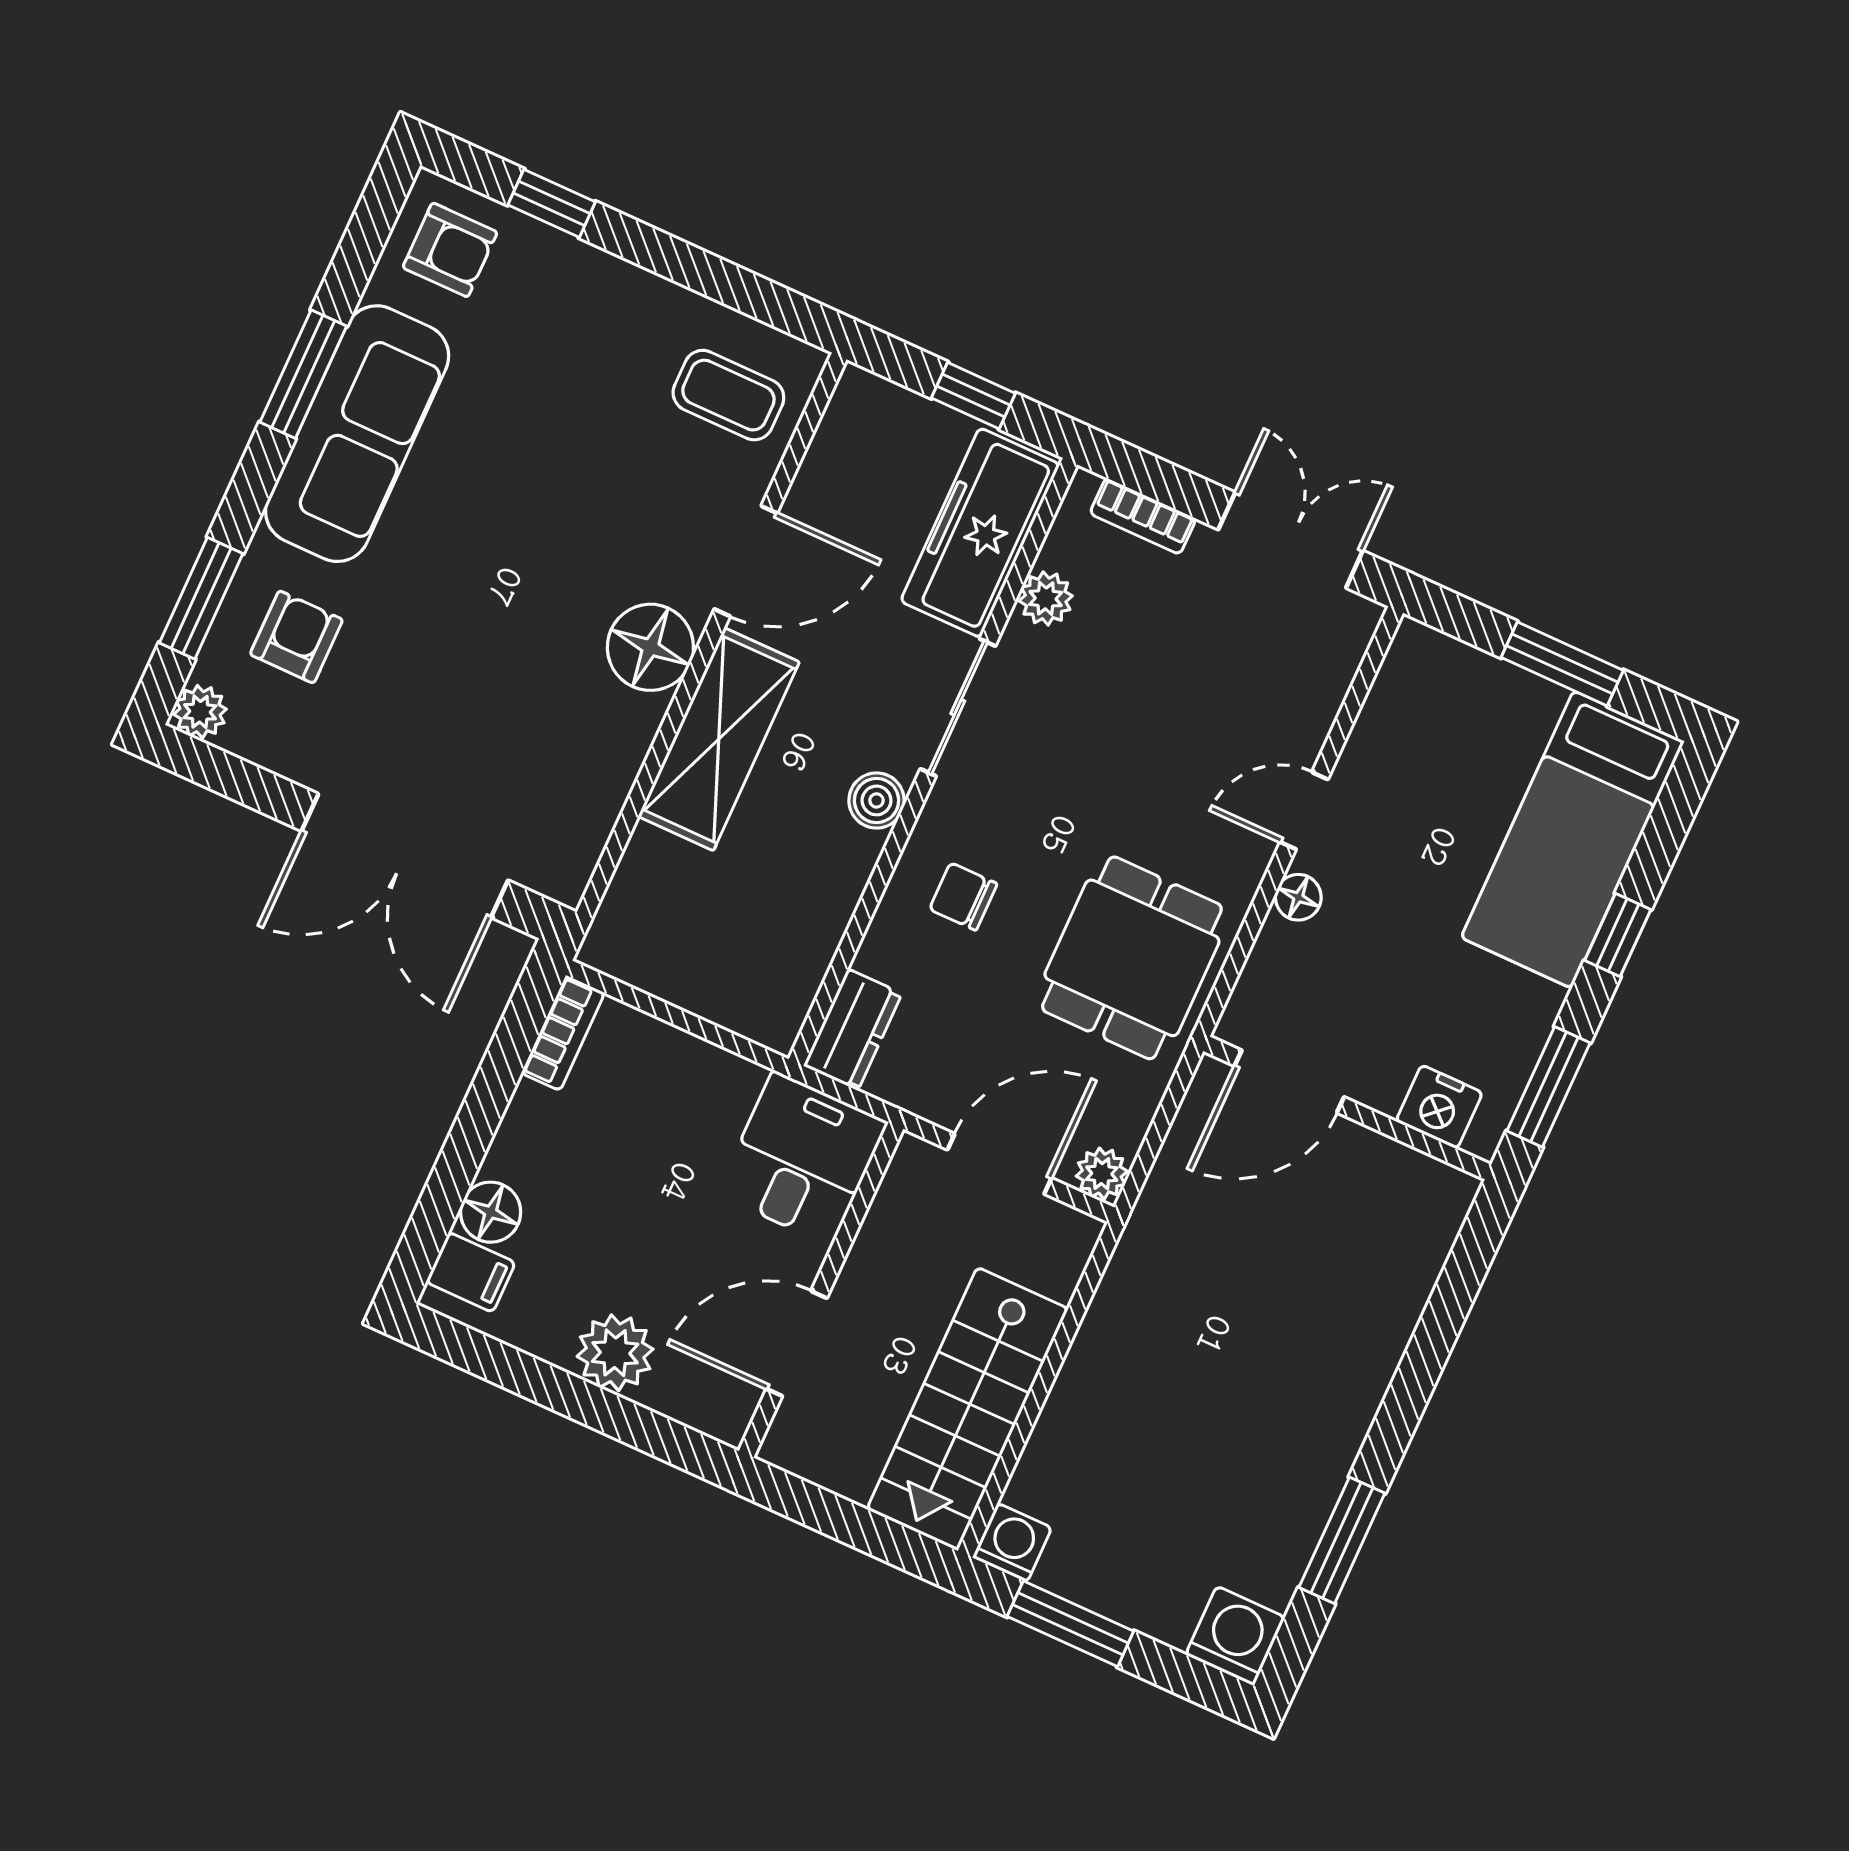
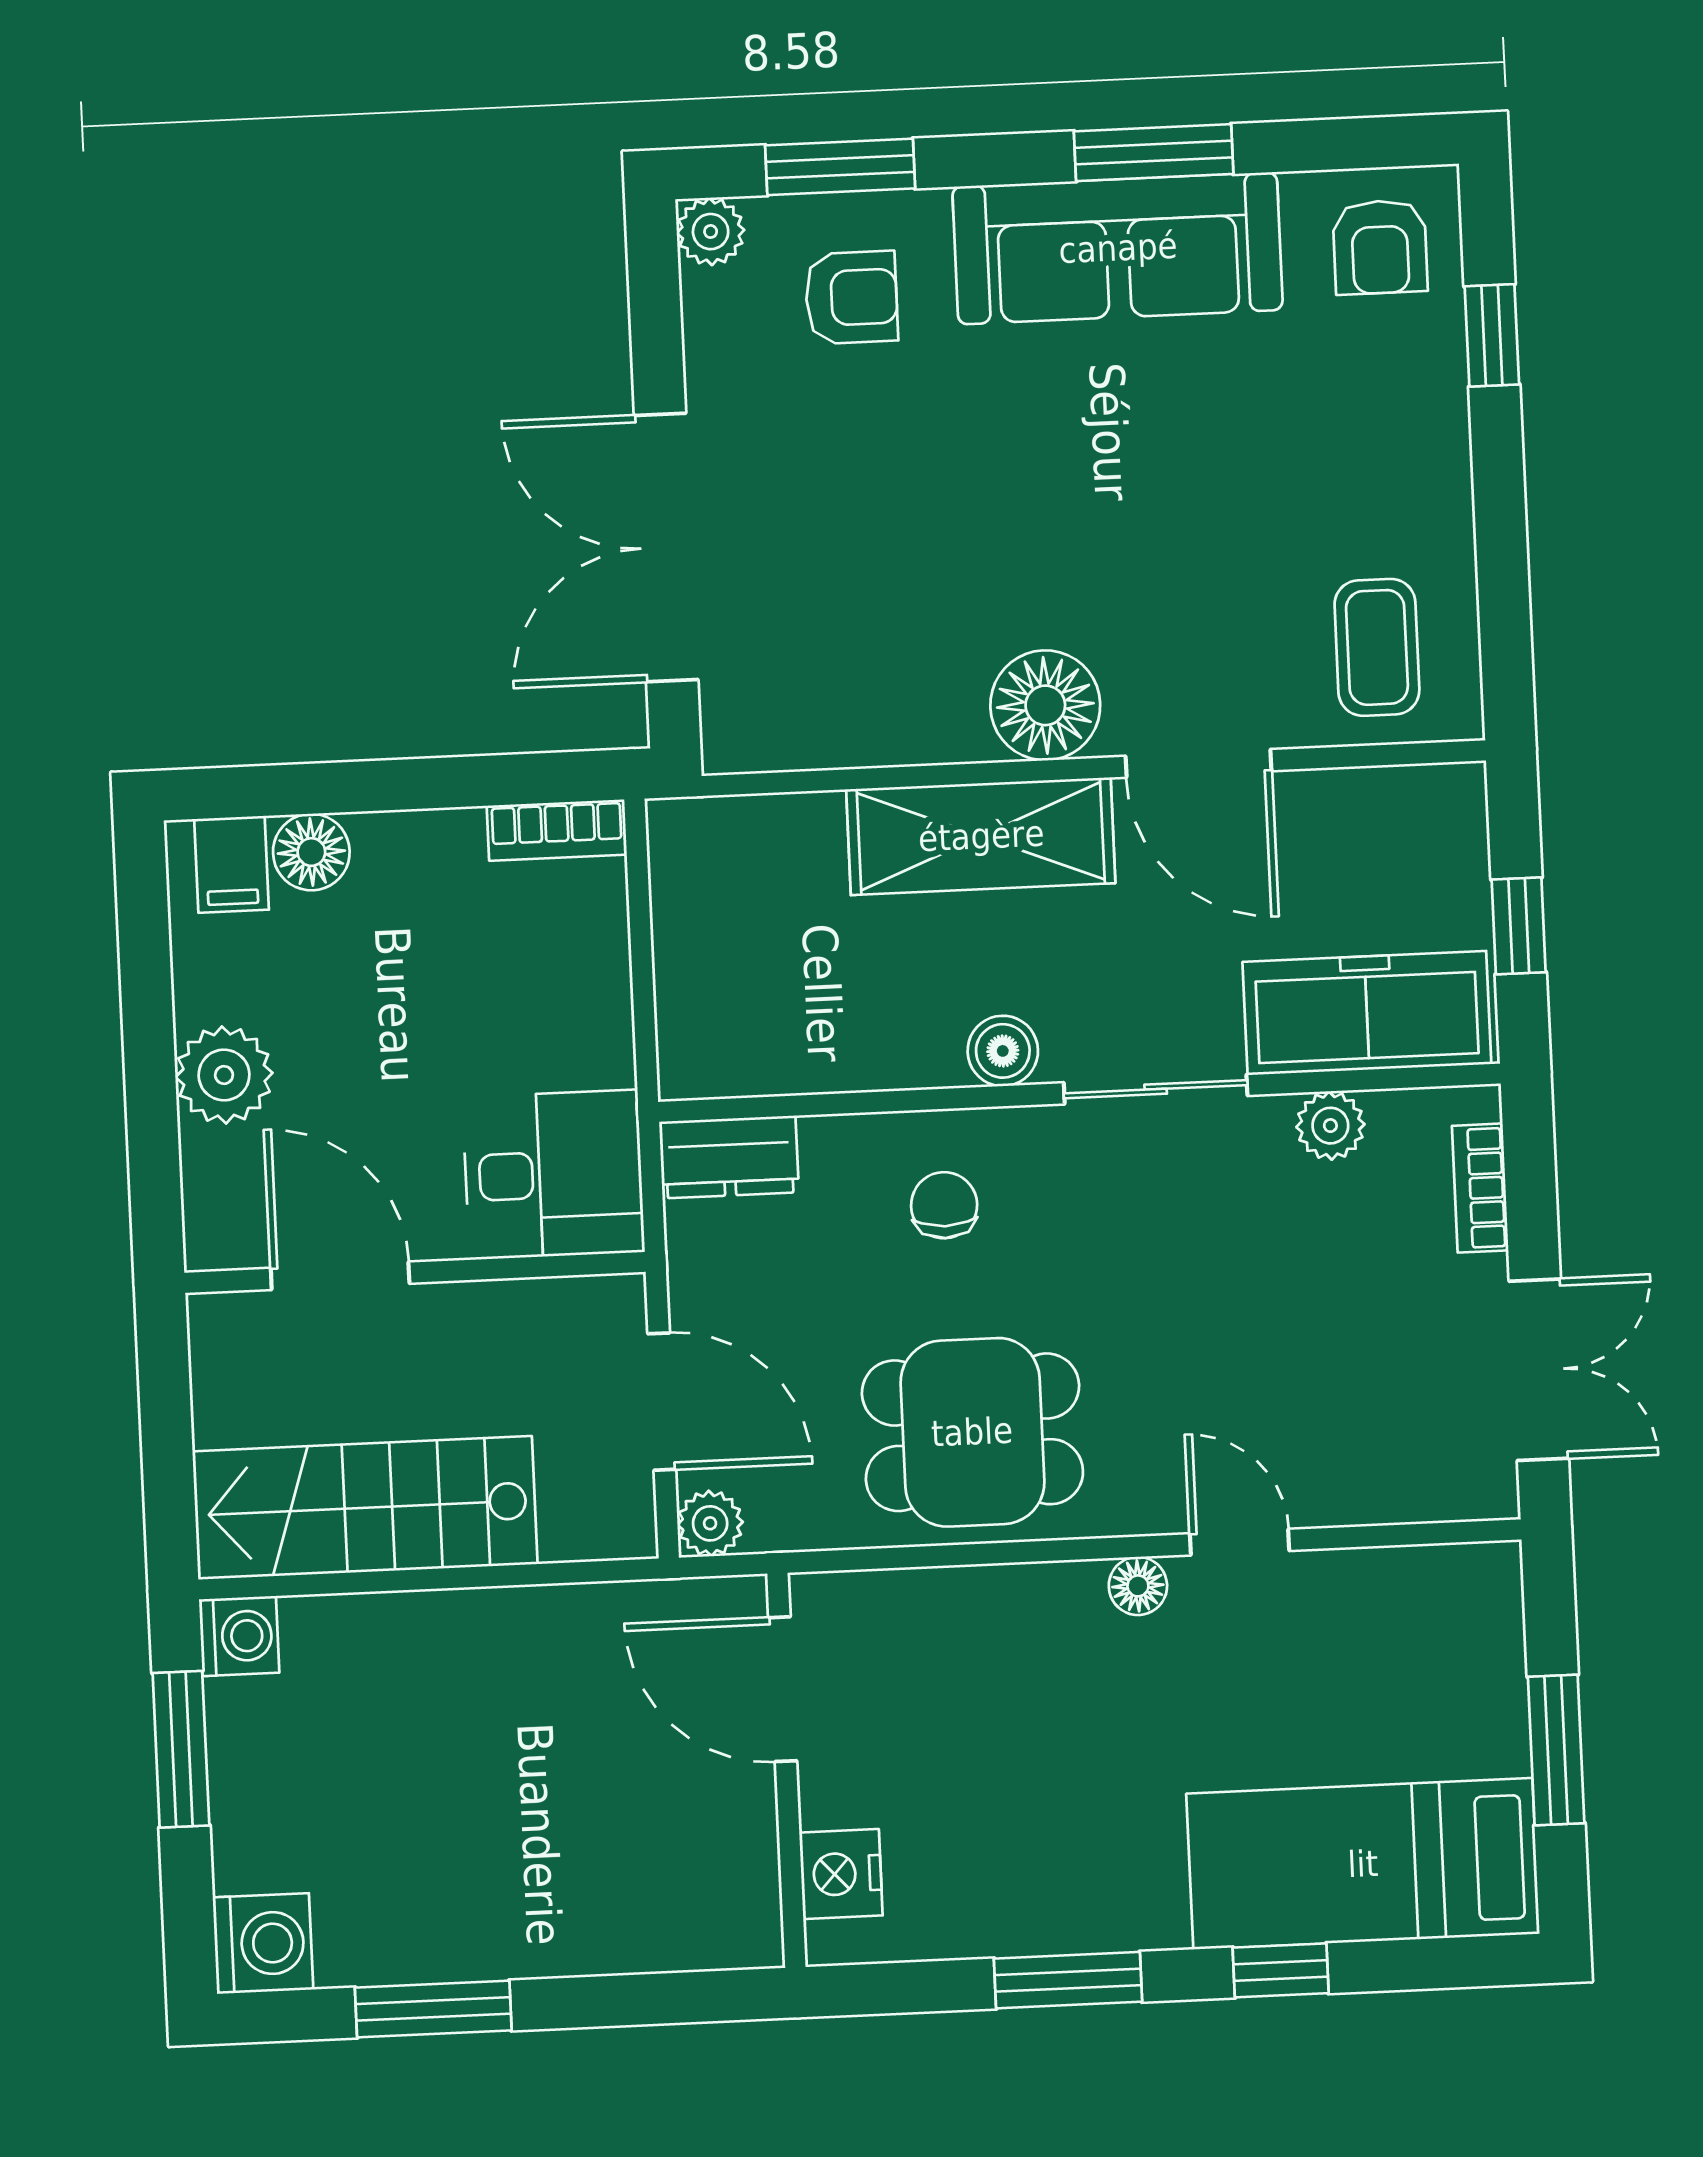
door: (1289, 1081) -> (783, 1689), moved
nightstand: (1439, 1107) -> (841, 1874), moved
wall: (1347, 1108) -> (786, 1770), moved

